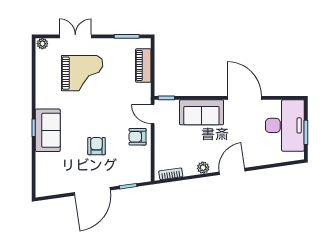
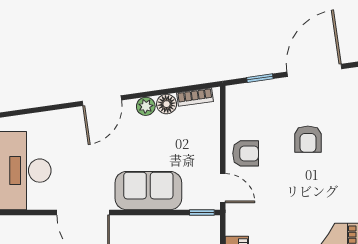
floor lamp: (190, 169) -> (167, 104), added

